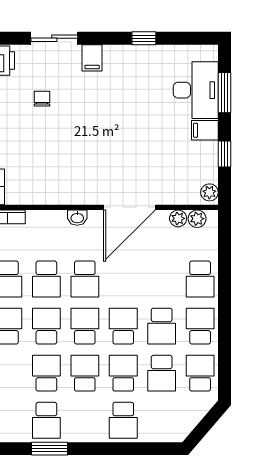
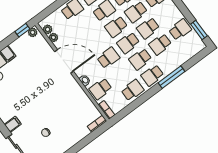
window: (224, 154) -> (22, 30), moved
school desk: (46, 279) -> (101, 89), moved, turned 180
window: (49, 449) -> (199, 30), moved

